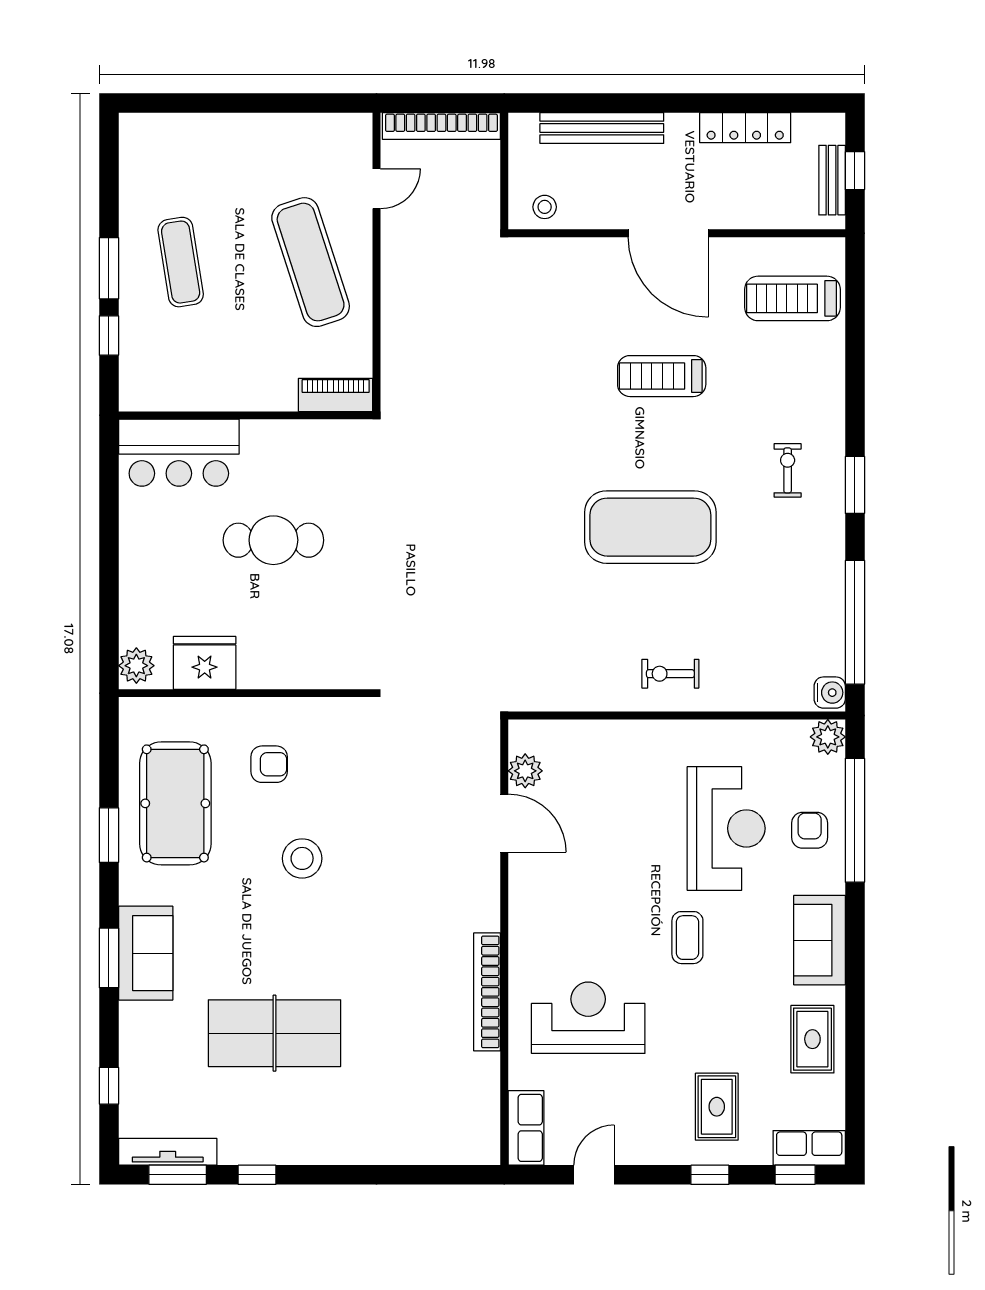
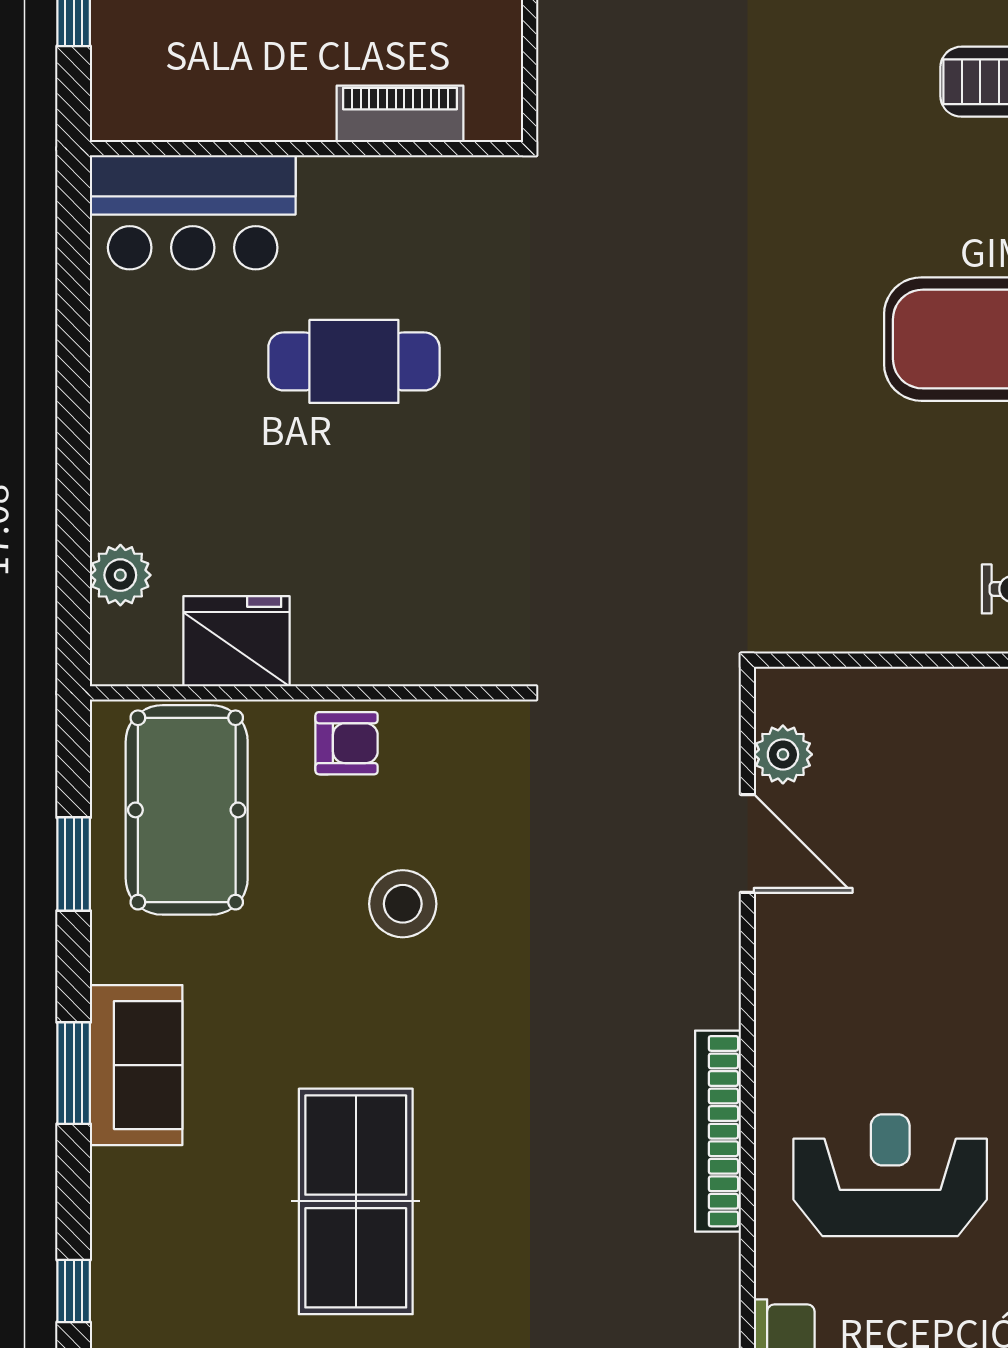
piano: (336, 395) -> (400, 114), moved
fridge: (205, 663) -> (237, 641), moved
wall: (246, 693) -> (306, 693), moved
table tennis table: (275, 1033) -> (356, 1201), turned 90

